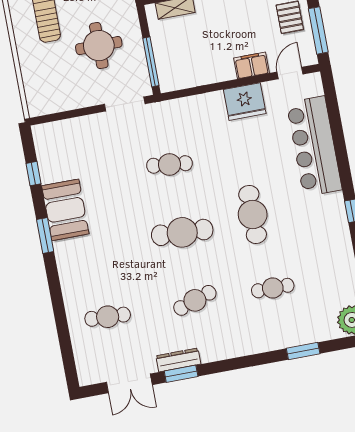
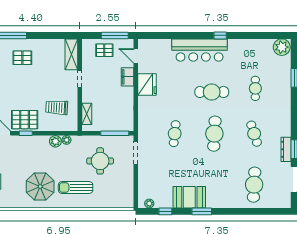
plant: (42, 143) -> (149, 204), added
bar counter: (314, 146) -> (200, 50), moved
cafe table: (108, 317) -> (254, 185), width x1.37, depth x1.35

